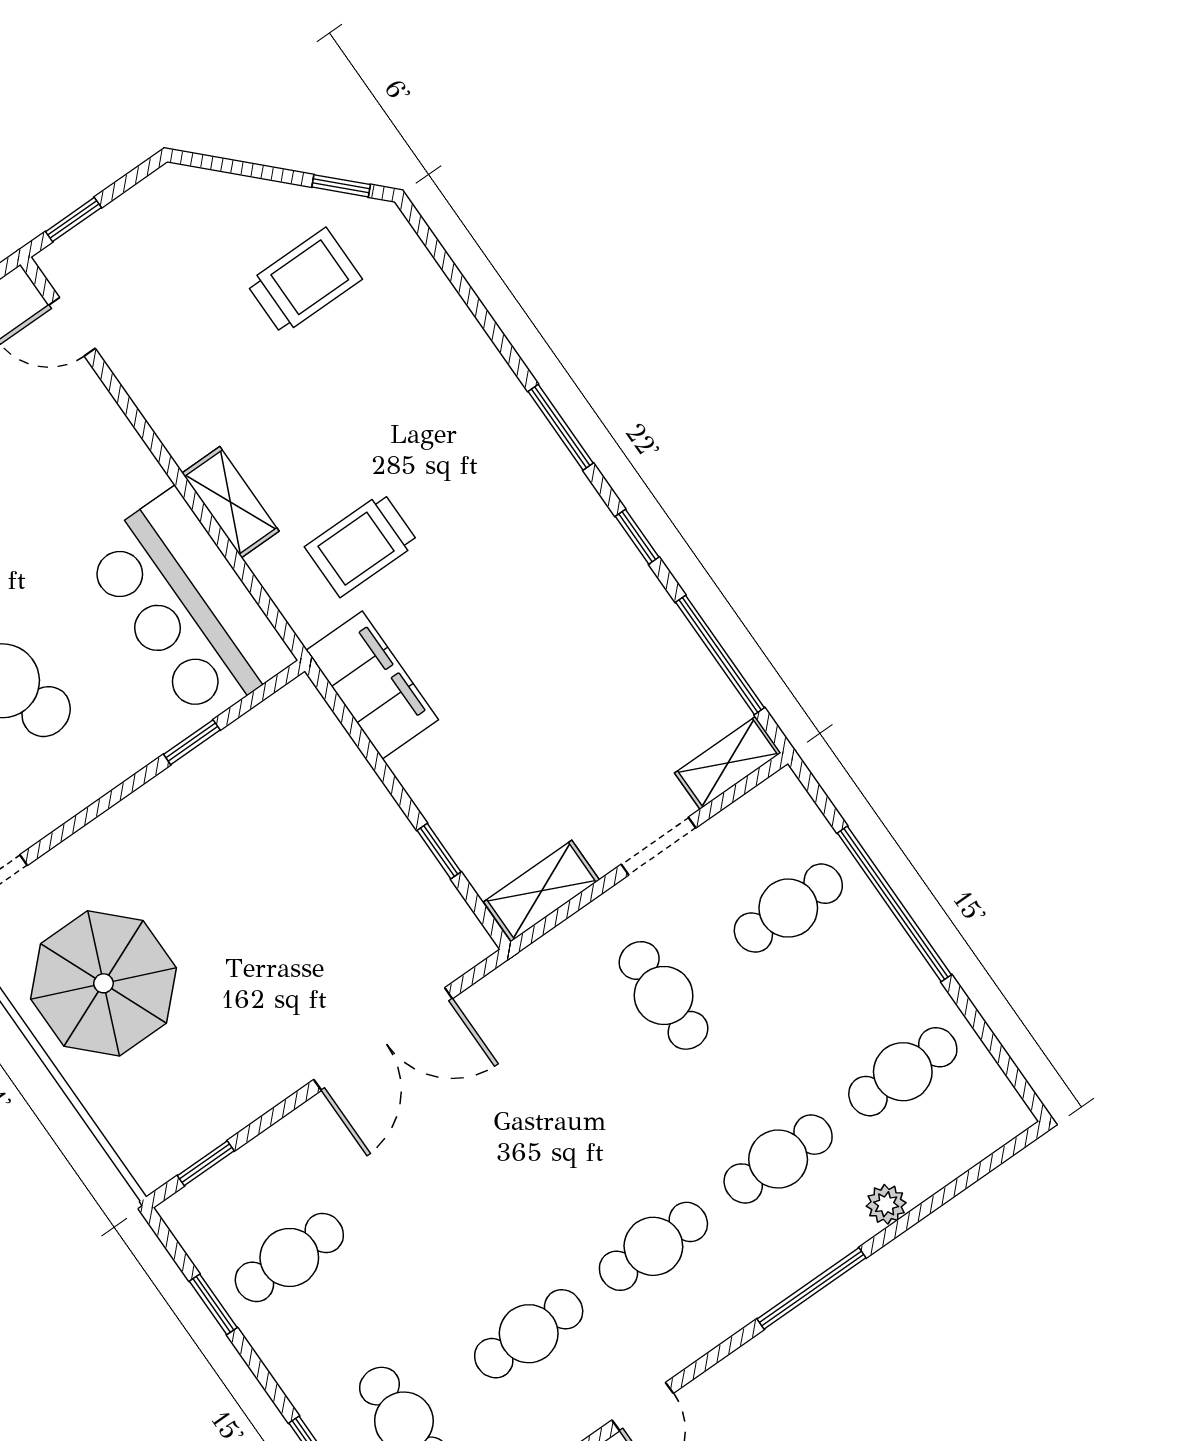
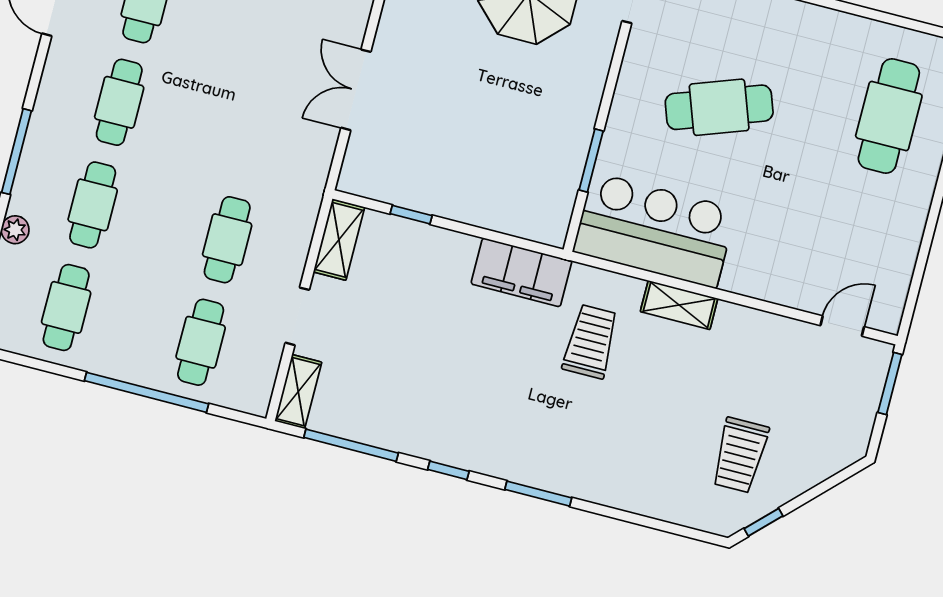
window: (73, 220) -> (890, 383), width x1.50
window: (192, 742) -> (591, 161), width x1.50
cafe table: (664, 995) -> (227, 240), turned 90
double door: (383, 1039) -> (356, 90), width x0.73

